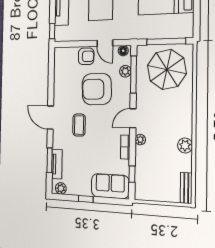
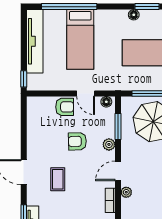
plant: (125, 71) -> (109, 144), moved
window: (133, 75) -> (118, 126), width x0.69
armchair: (97, 89) -> (77, 141), width x0.53, depth x0.53

